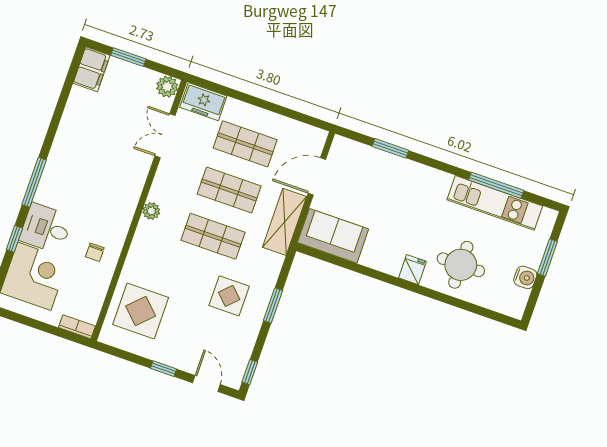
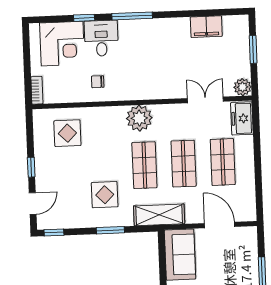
filing cabinet: (92, 69) -> (206, 27), moved
plant: (151, 211) -> (139, 118), width x1.88, depth x1.88
shelving: (284, 222) -> (159, 215), moved
display table: (141, 311) -> (67, 133), width x0.73, depth x0.73

